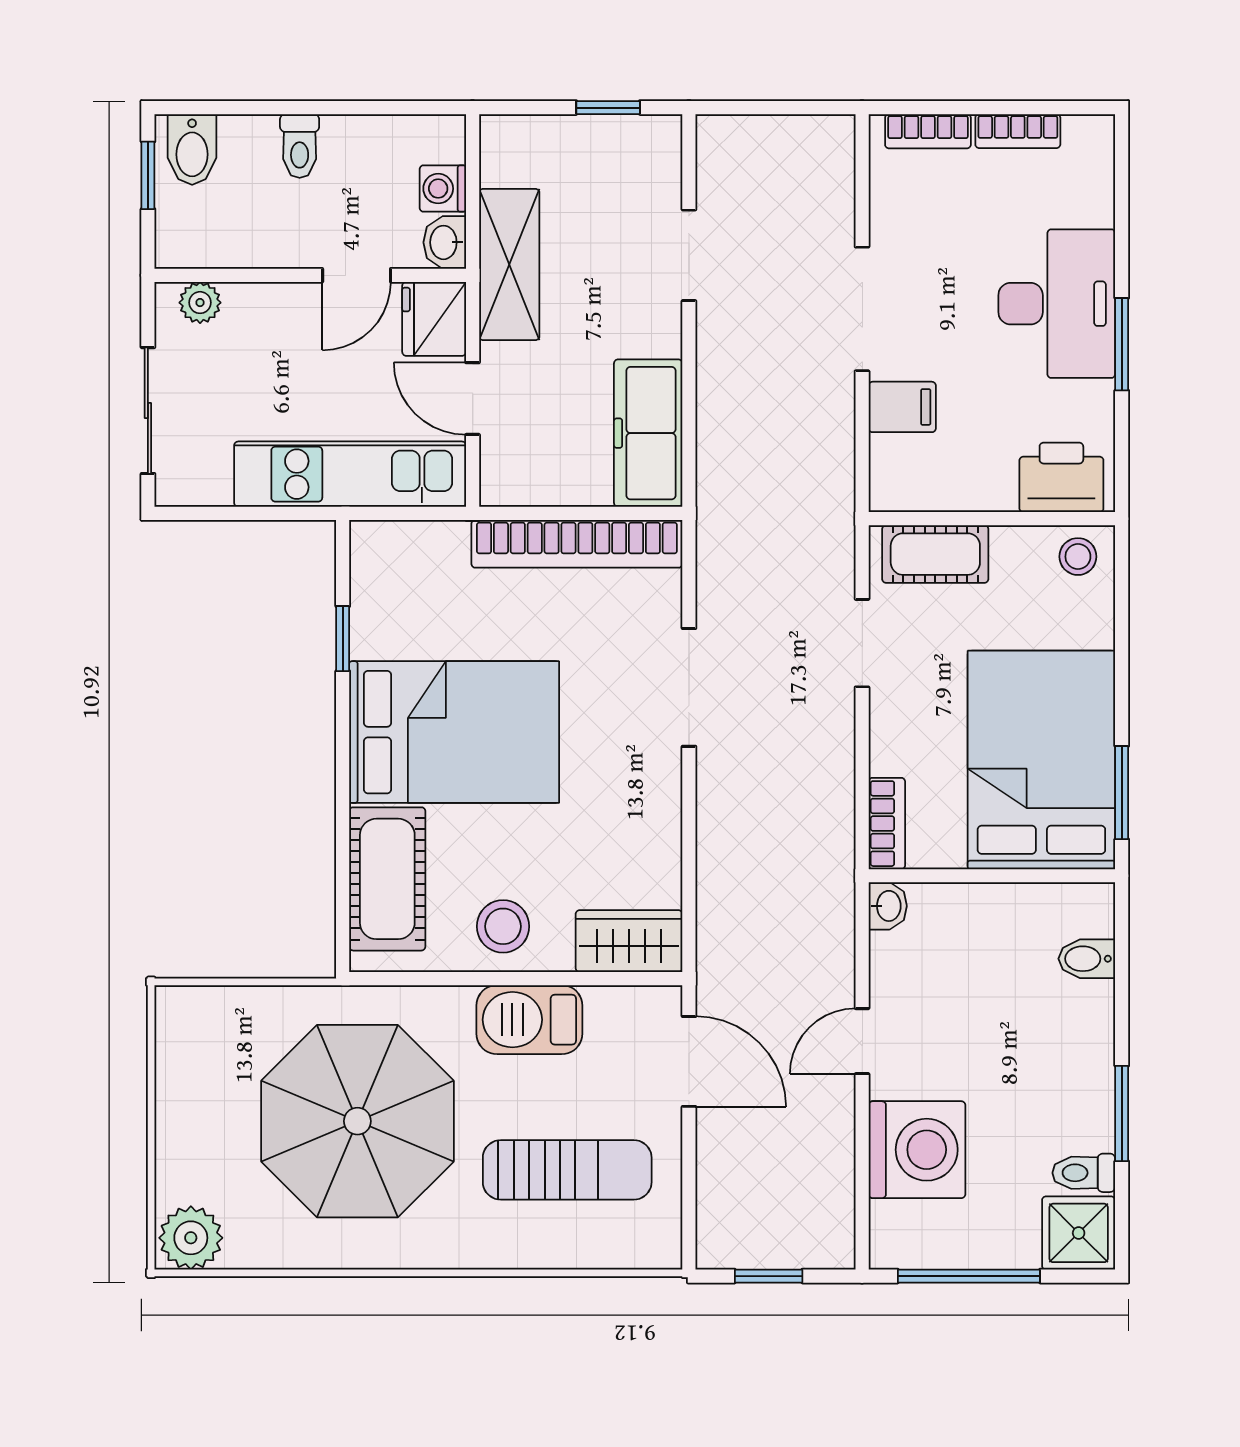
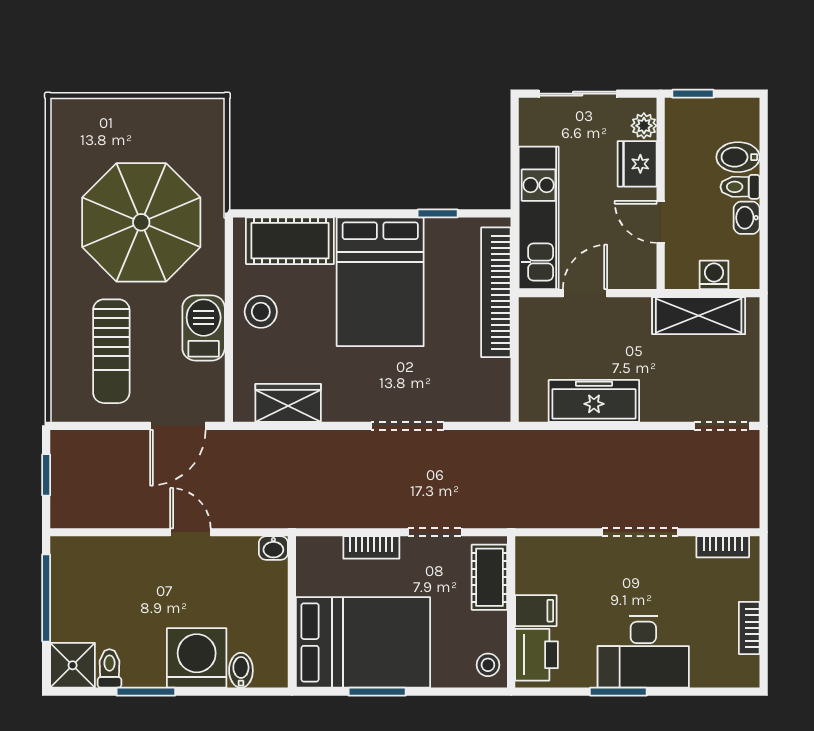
window: (608, 108) -> (764, 376), removed
bookcase: (928, 131) -> (723, 547), moved, turned -90
bidet: (192, 149) -> (738, 157), moved
window: (148, 175) -> (693, 94), moved
washbasin: (445, 242) -> (747, 218), moved, turned -90
doorway: (689, 255) -> (722, 426), moved
shelving: (509, 264) -> (699, 316), moved
fridge: (434, 319) -> (637, 164), moved, turned -90
filing cabinet: (902, 407) -> (536, 611), moved, turned -90
freezer: (648, 433) -> (594, 401), moved
bookcase: (577, 544) -> (496, 292), moved
window: (1122, 793) -> (377, 692), moved
bookcase: (887, 824) -> (371, 547), moved
wardrobe: (629, 941) -> (288, 403), moved, turned -90
washing machine: (917, 1150) -> (197, 658), moved, turned 180
plant: (191, 1238) -> (70, 120), removed

